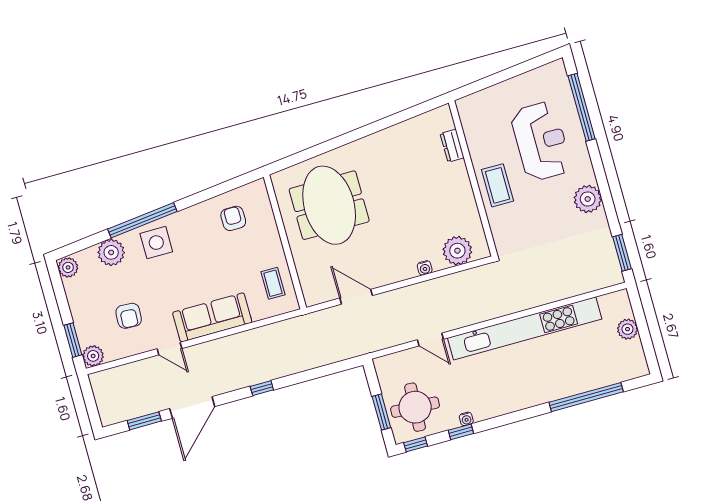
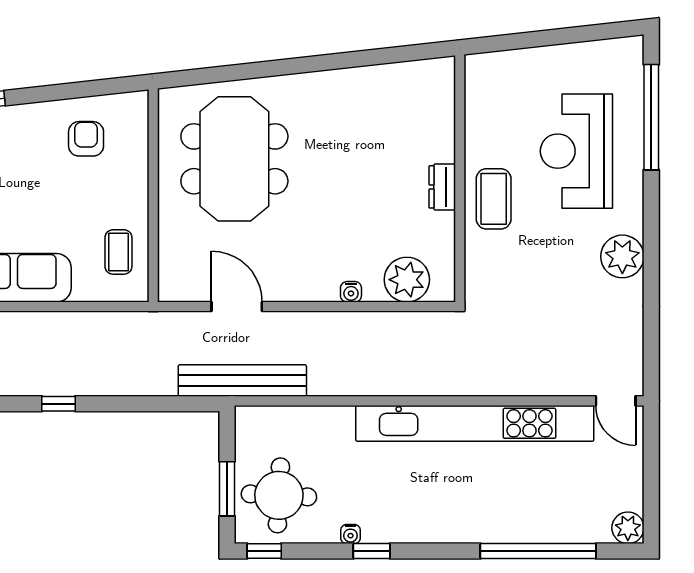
reception desk: (541, 141) -> (576, 151), turned 180
dresser: (452, 146) -> (442, 187), moved
window: (622, 253) -> (651, 351), removed
plant: (627, 329) -> (628, 528), moved
door: (430, 339) -> (616, 401), moved
bench: (372, 342) -> (242, 381), added
window: (461, 432) -> (372, 551), moved

